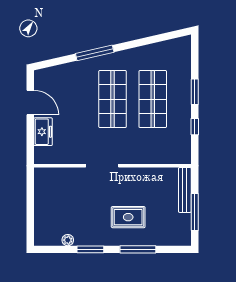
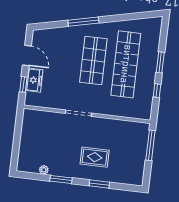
shop shelf: (153, 99) -> (126, 64), width x1.40
window: (30, 139) -> (23, 84), added
bench: (185, 190) -> (143, 141), removed
window: (195, 212) -> (150, 145), moved
window: (138, 249) -> (99, 184), width x0.69

